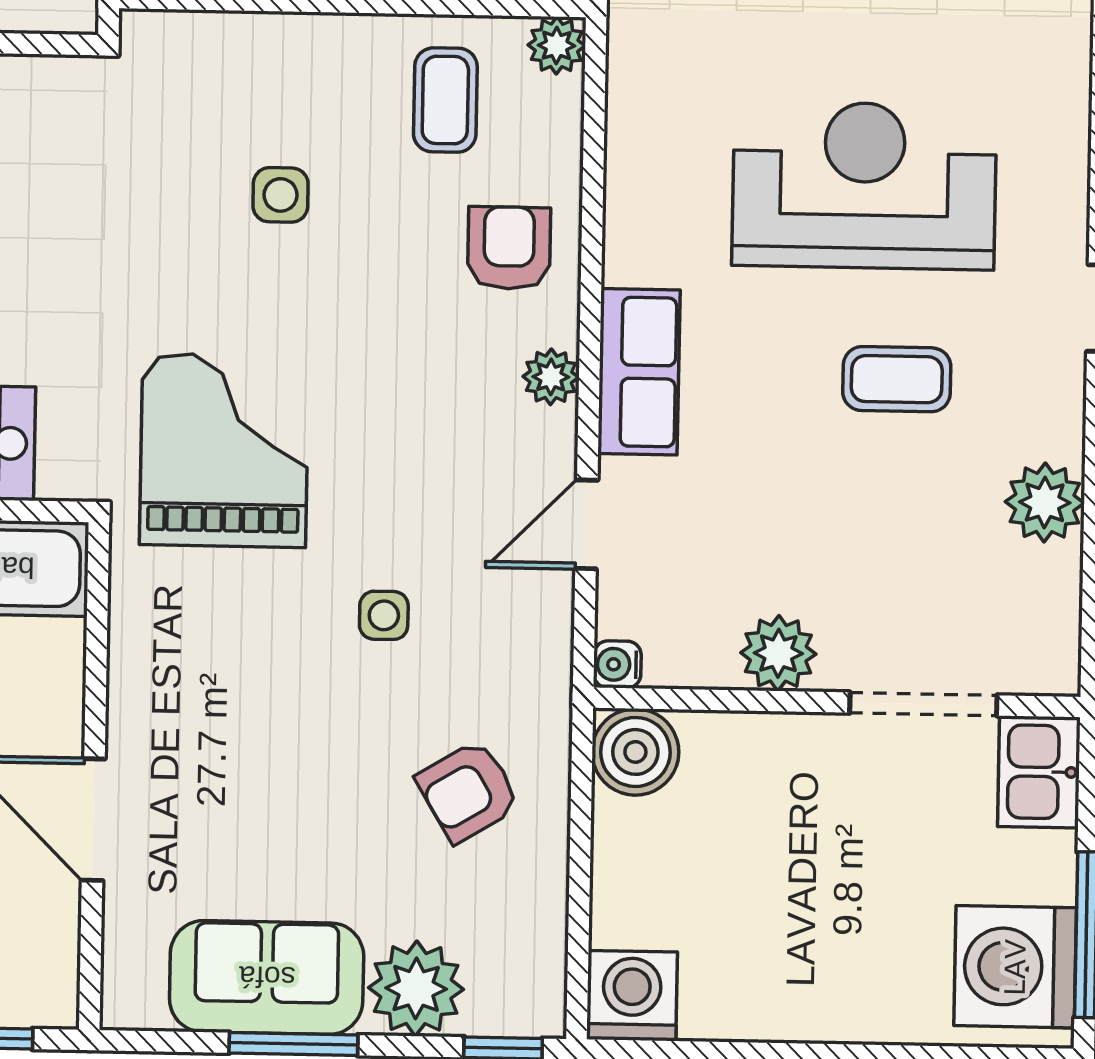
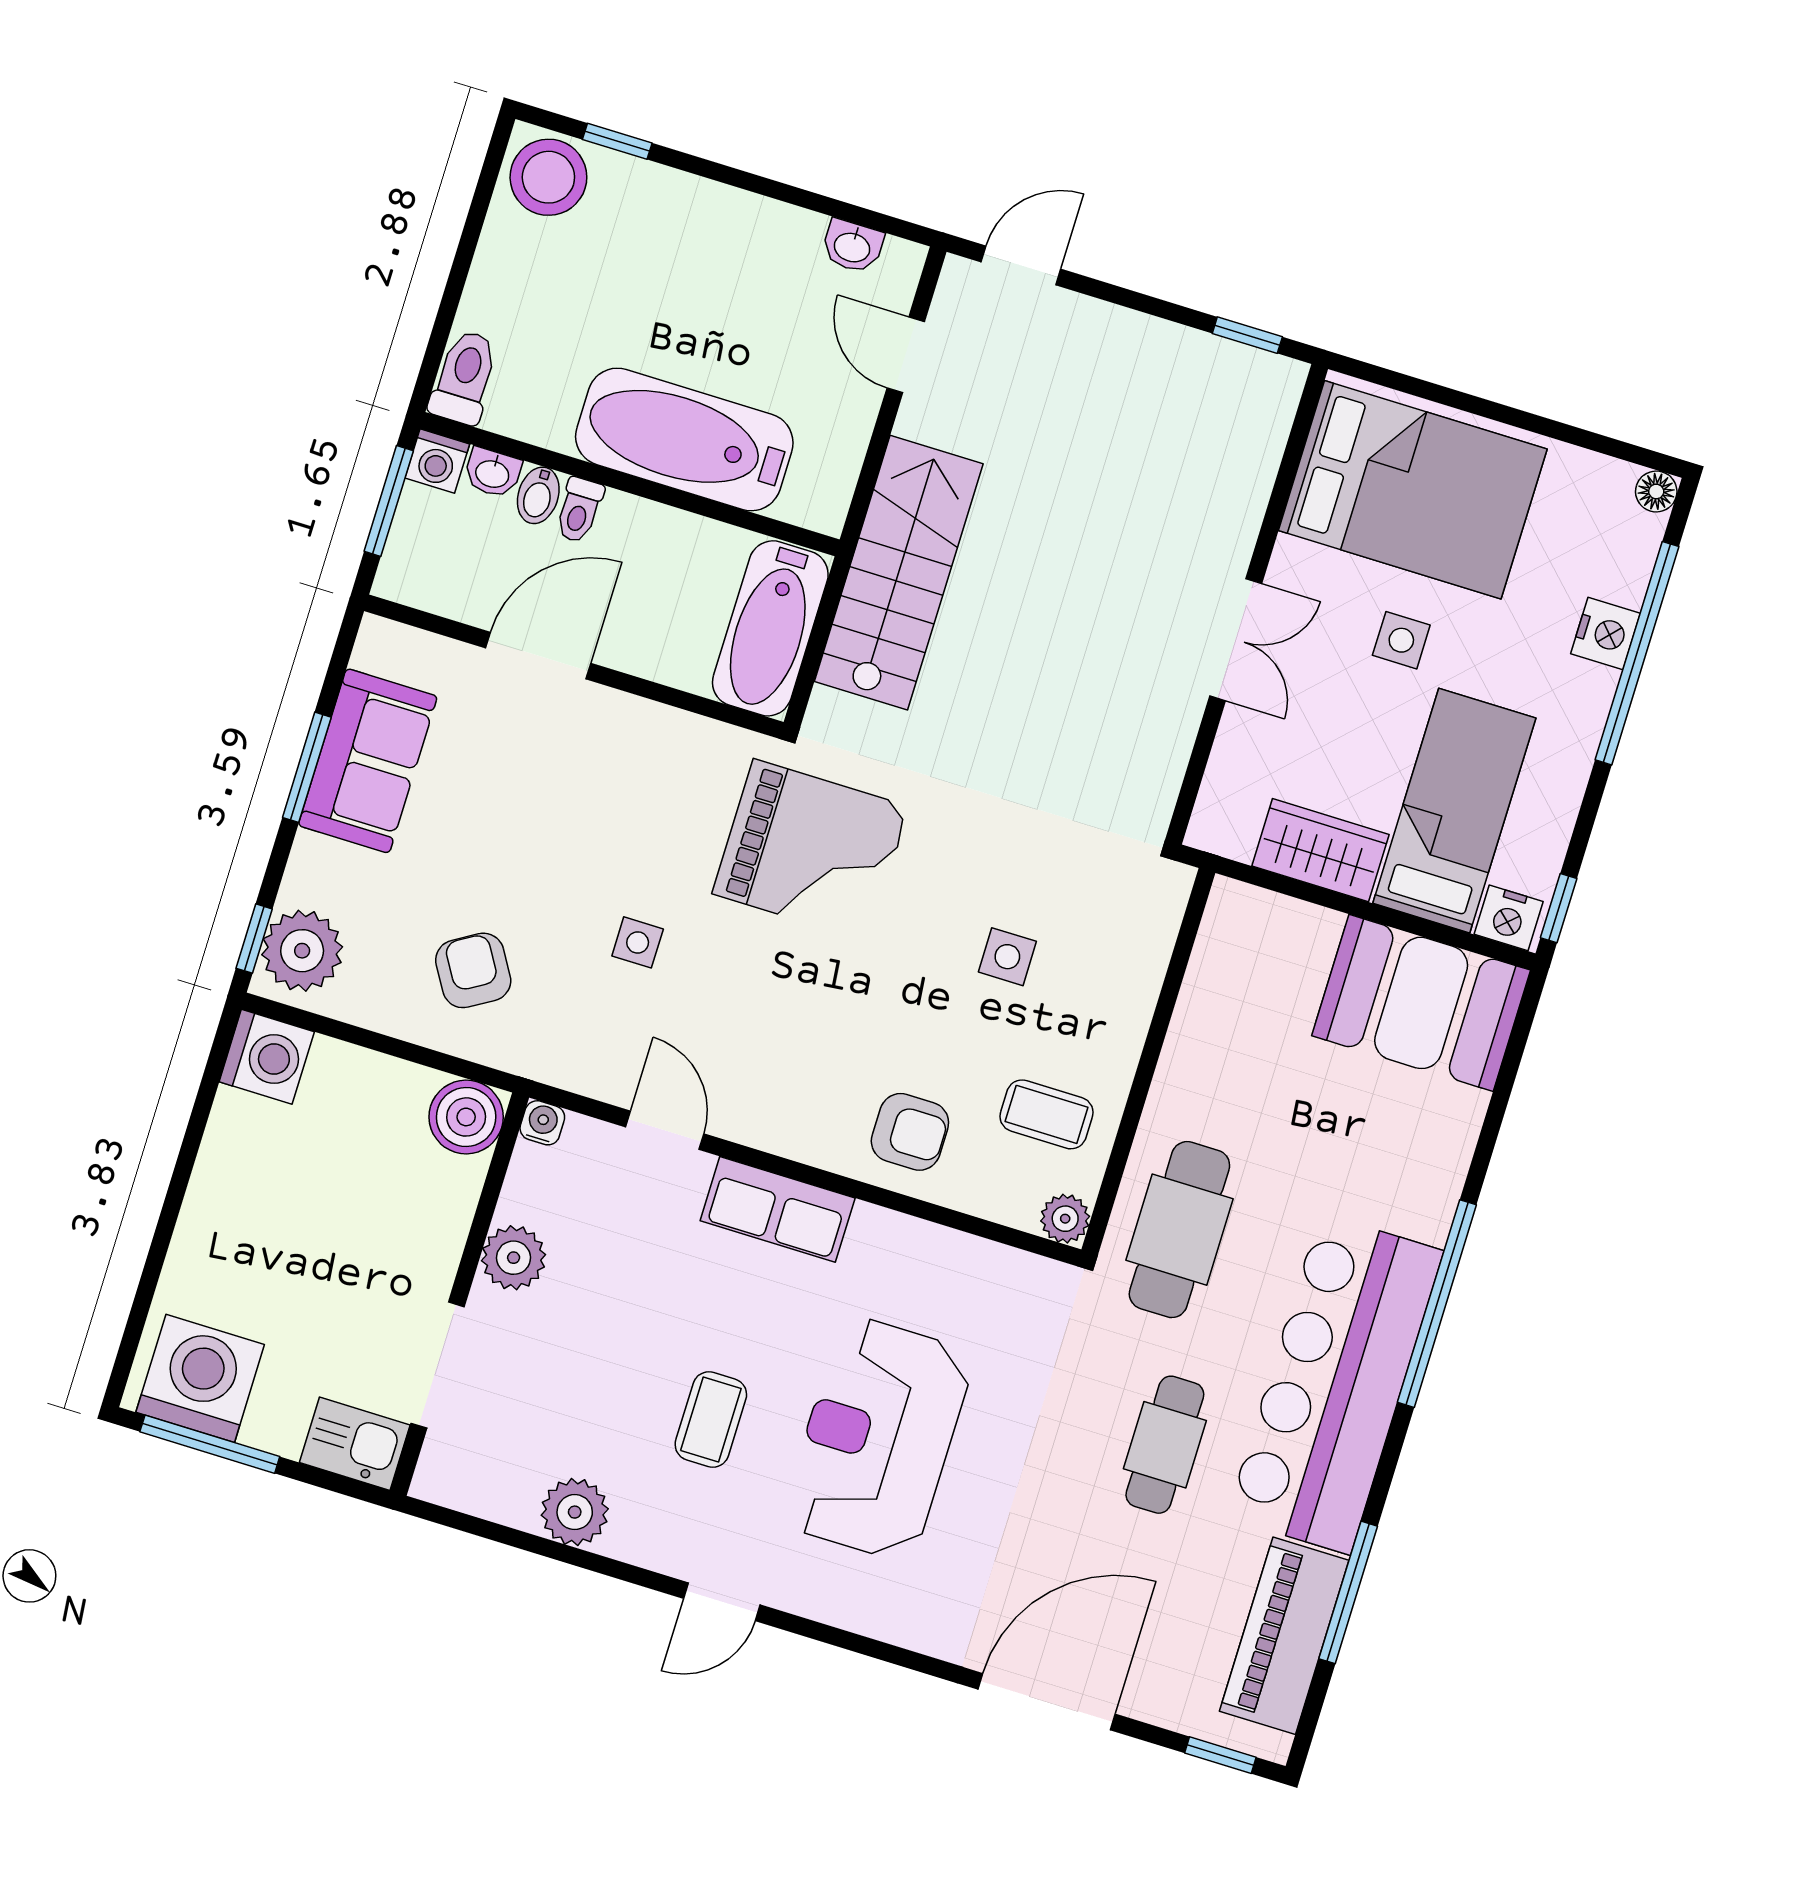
reception desk: (864, 185) -> (878, 1438), turned 180
plant: (551, 377) -> (794, 1136), removed
plant: (416, 988) -> (302, 951), moved

